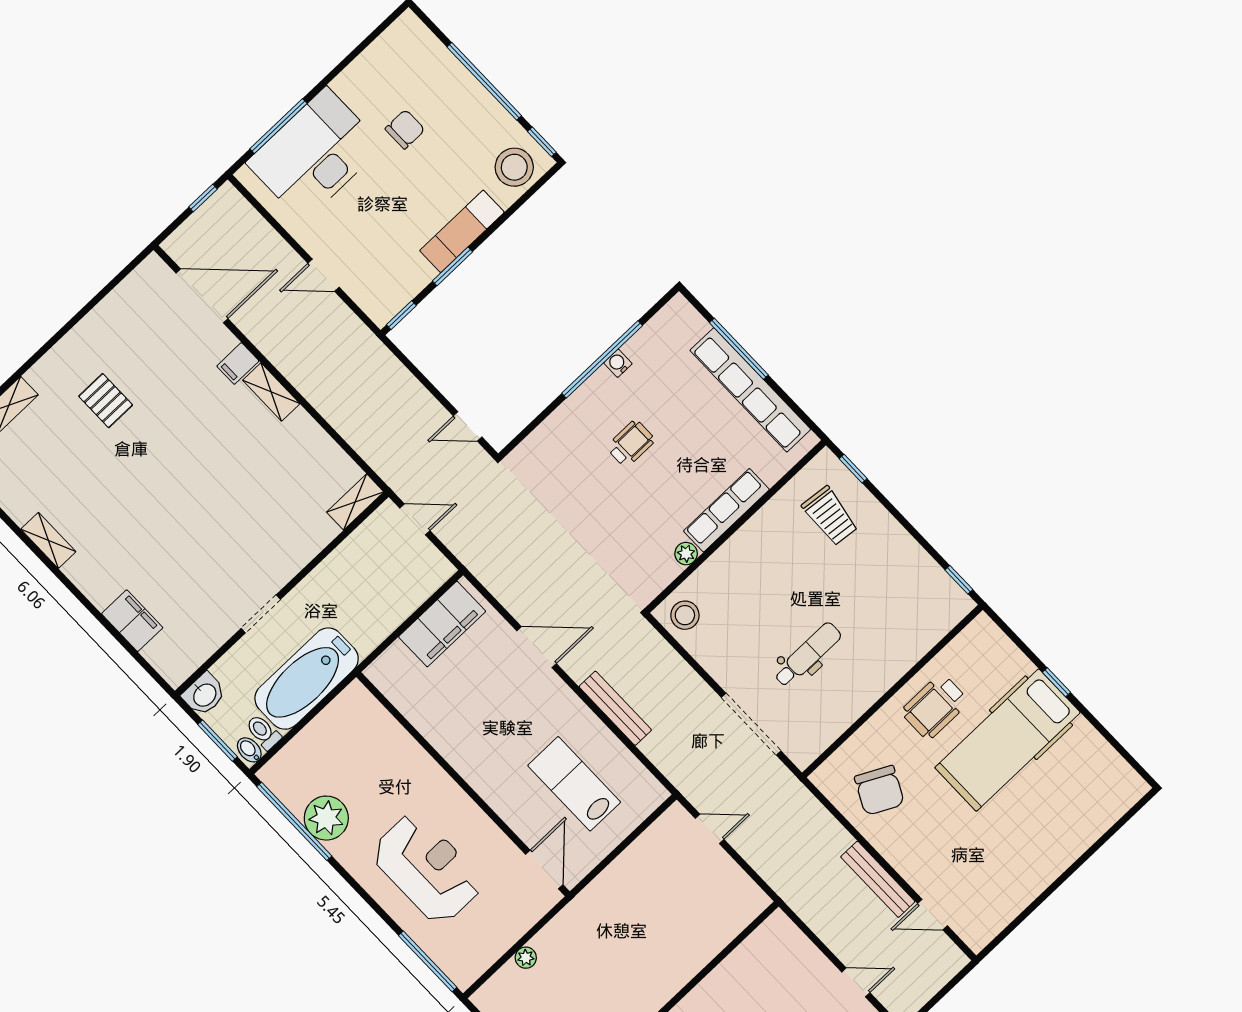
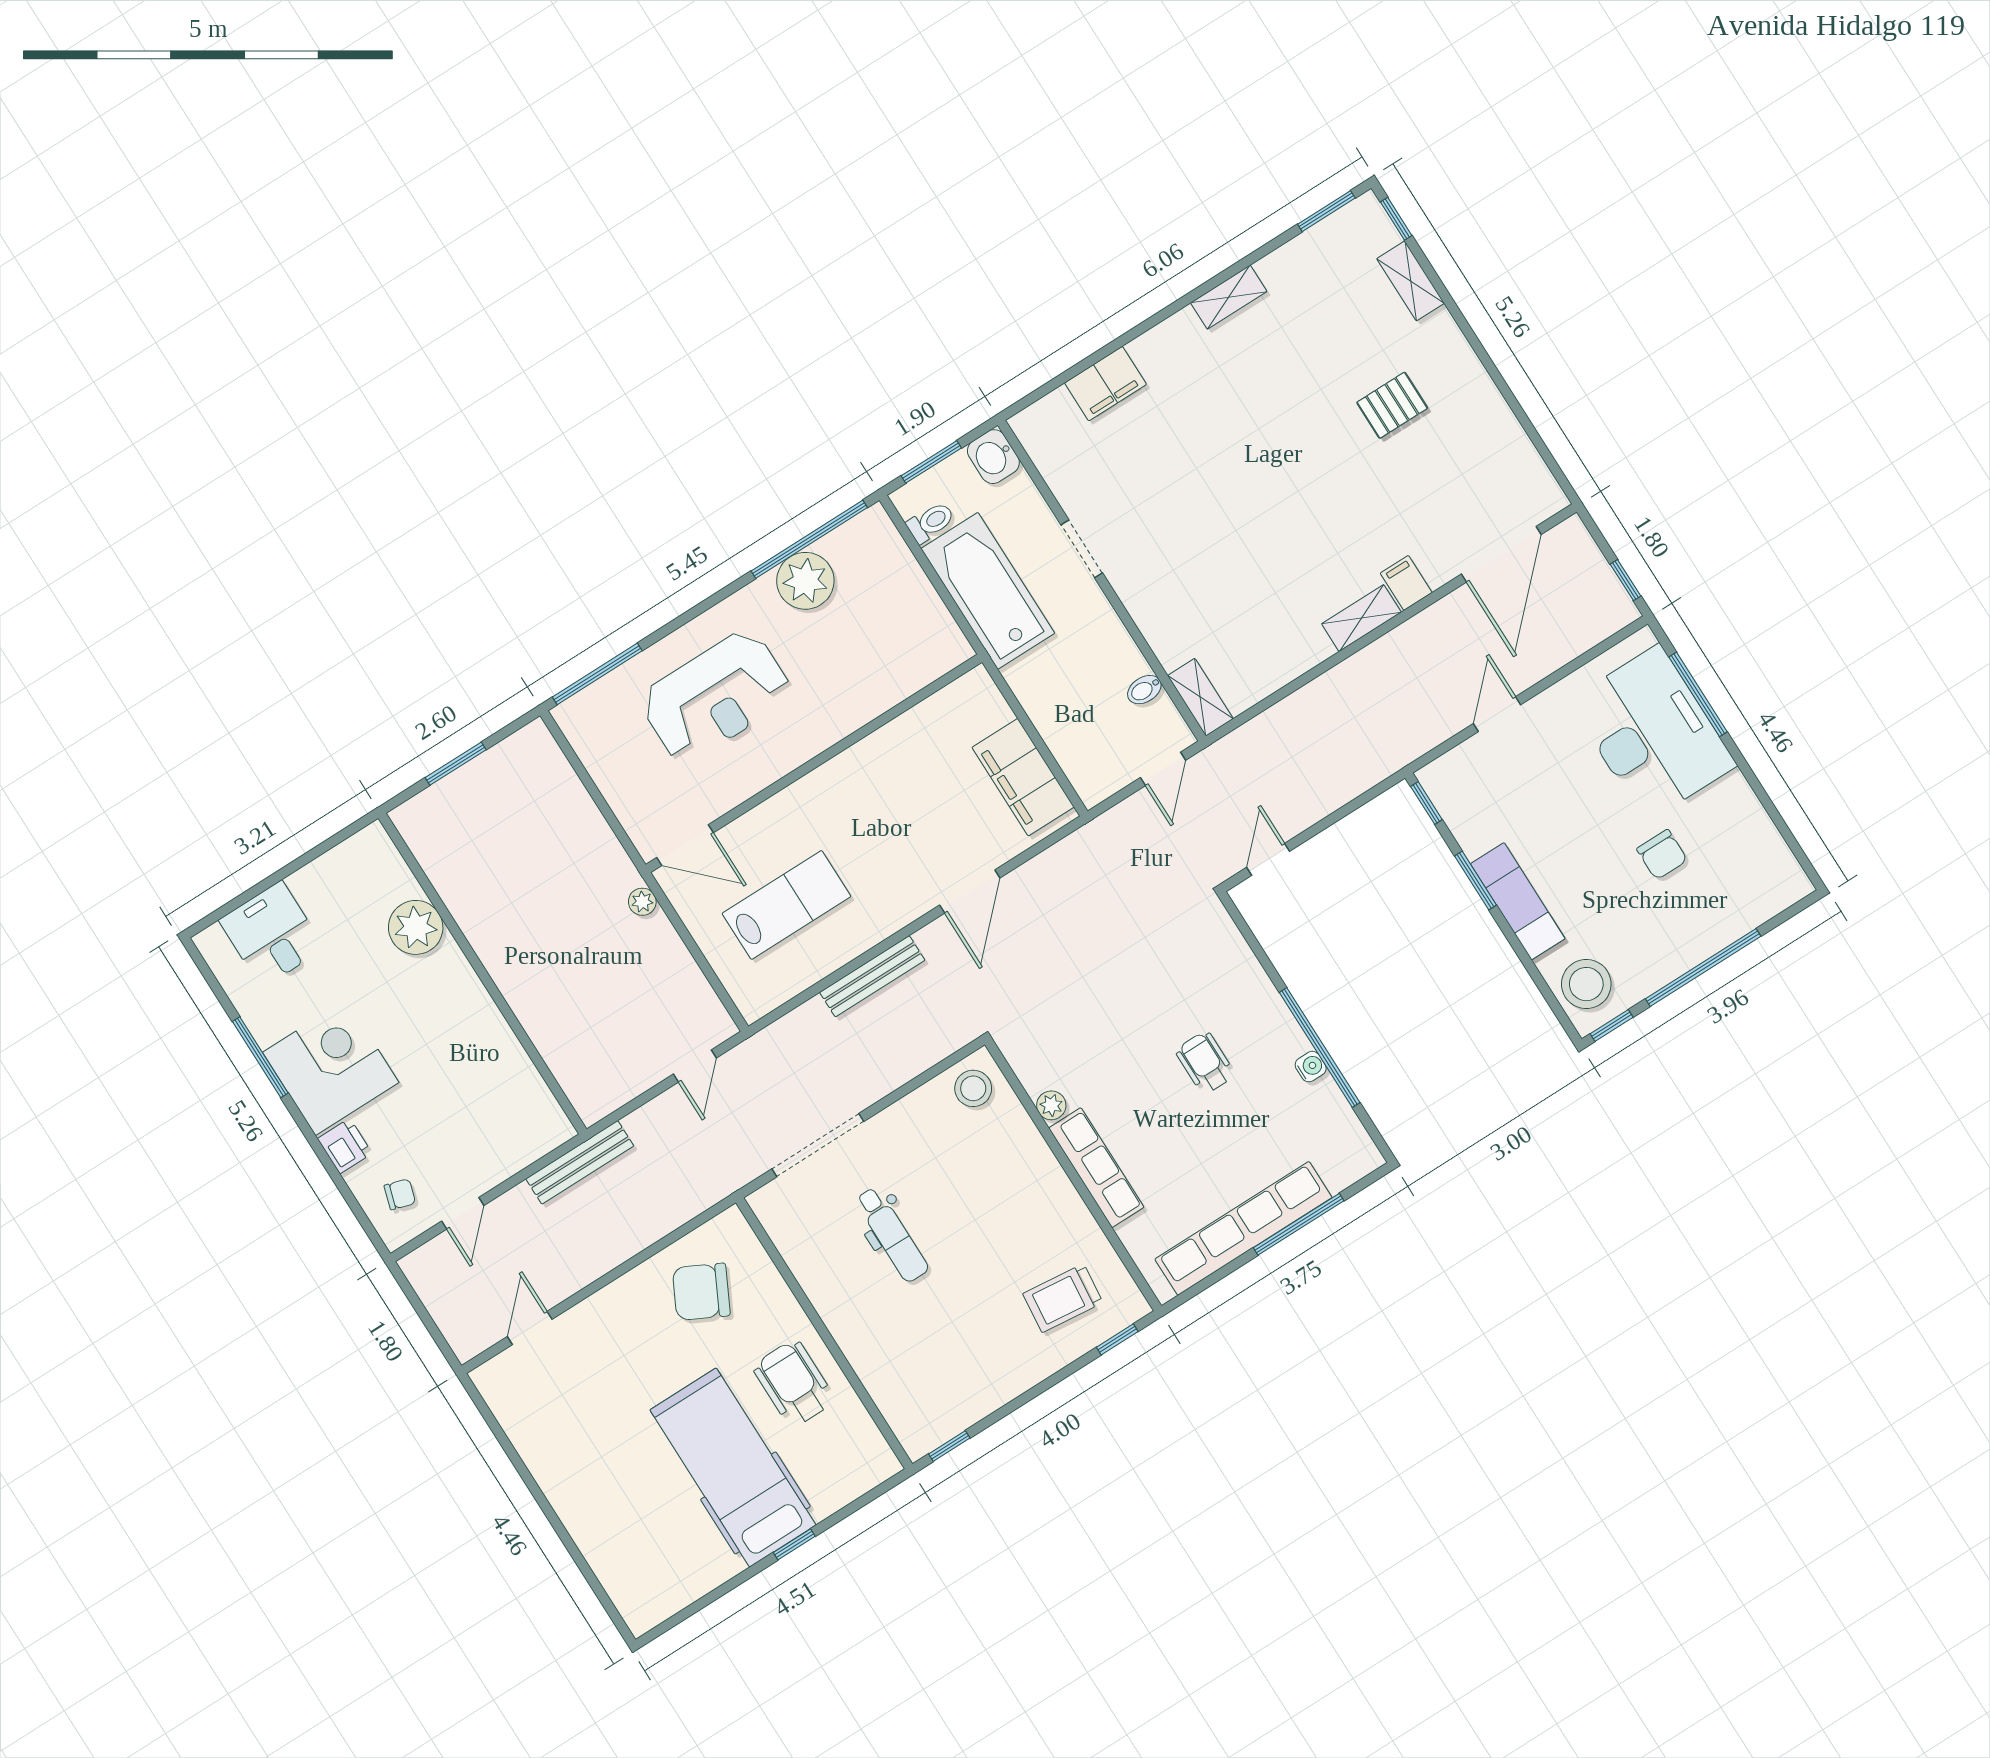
wheelchair: (631, 444) -> (1205, 1063), turned 180
bidet: (249, 750) -> (1144, 690), moved, turned 180
bench: (878, 879) -> (580, 1162), moved
plant: (526, 958) -> (642, 902), moved

